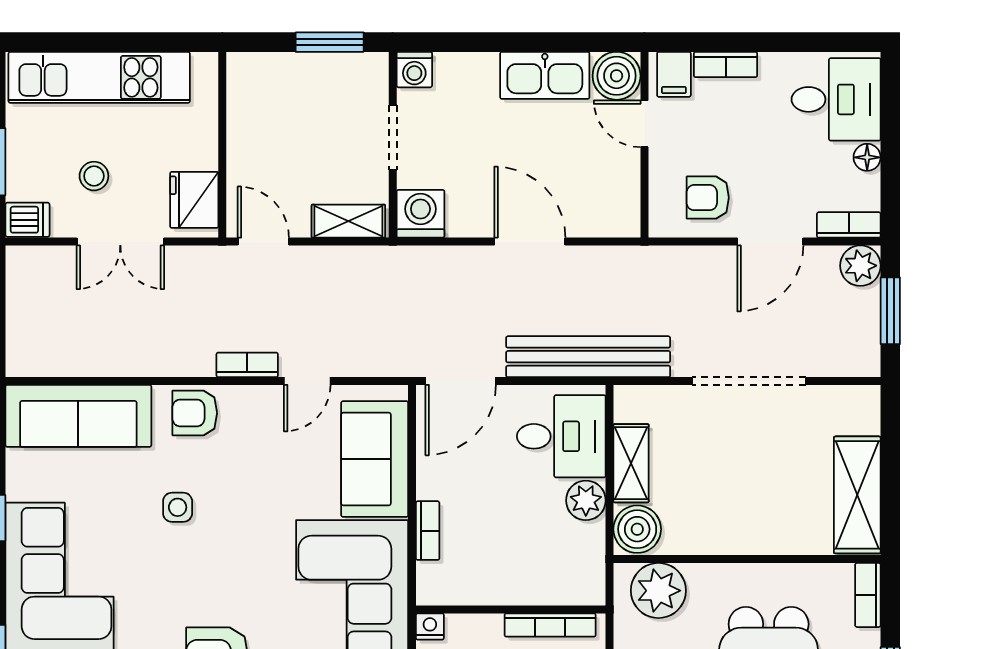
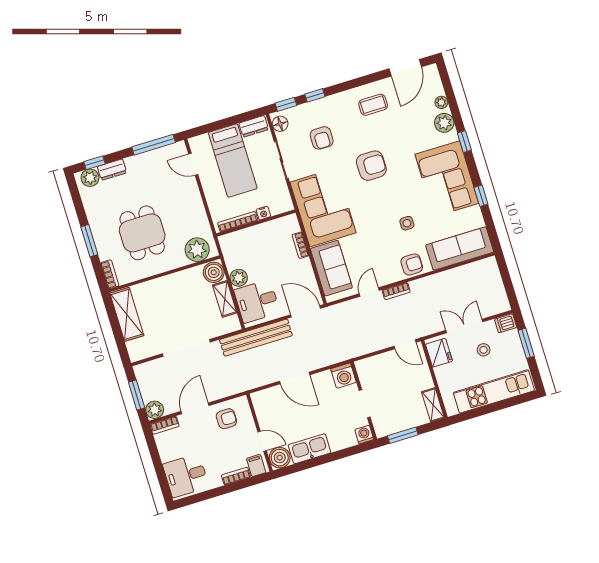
floor lamp: (867, 157) -> (166, 456), removed
shelving: (348, 221) -> (433, 405), moved, turned 90
door: (461, 381) -> (306, 311), hinge flipped
nightstand: (430, 627) -> (263, 213), moved

